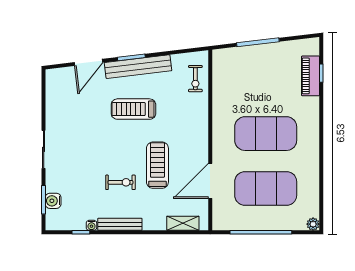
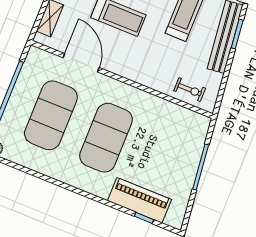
piano: (311, 76) -> (139, 200), width x1.37, depth x1.33
exercise bike: (195, 79) -> (190, 90), turned 180

